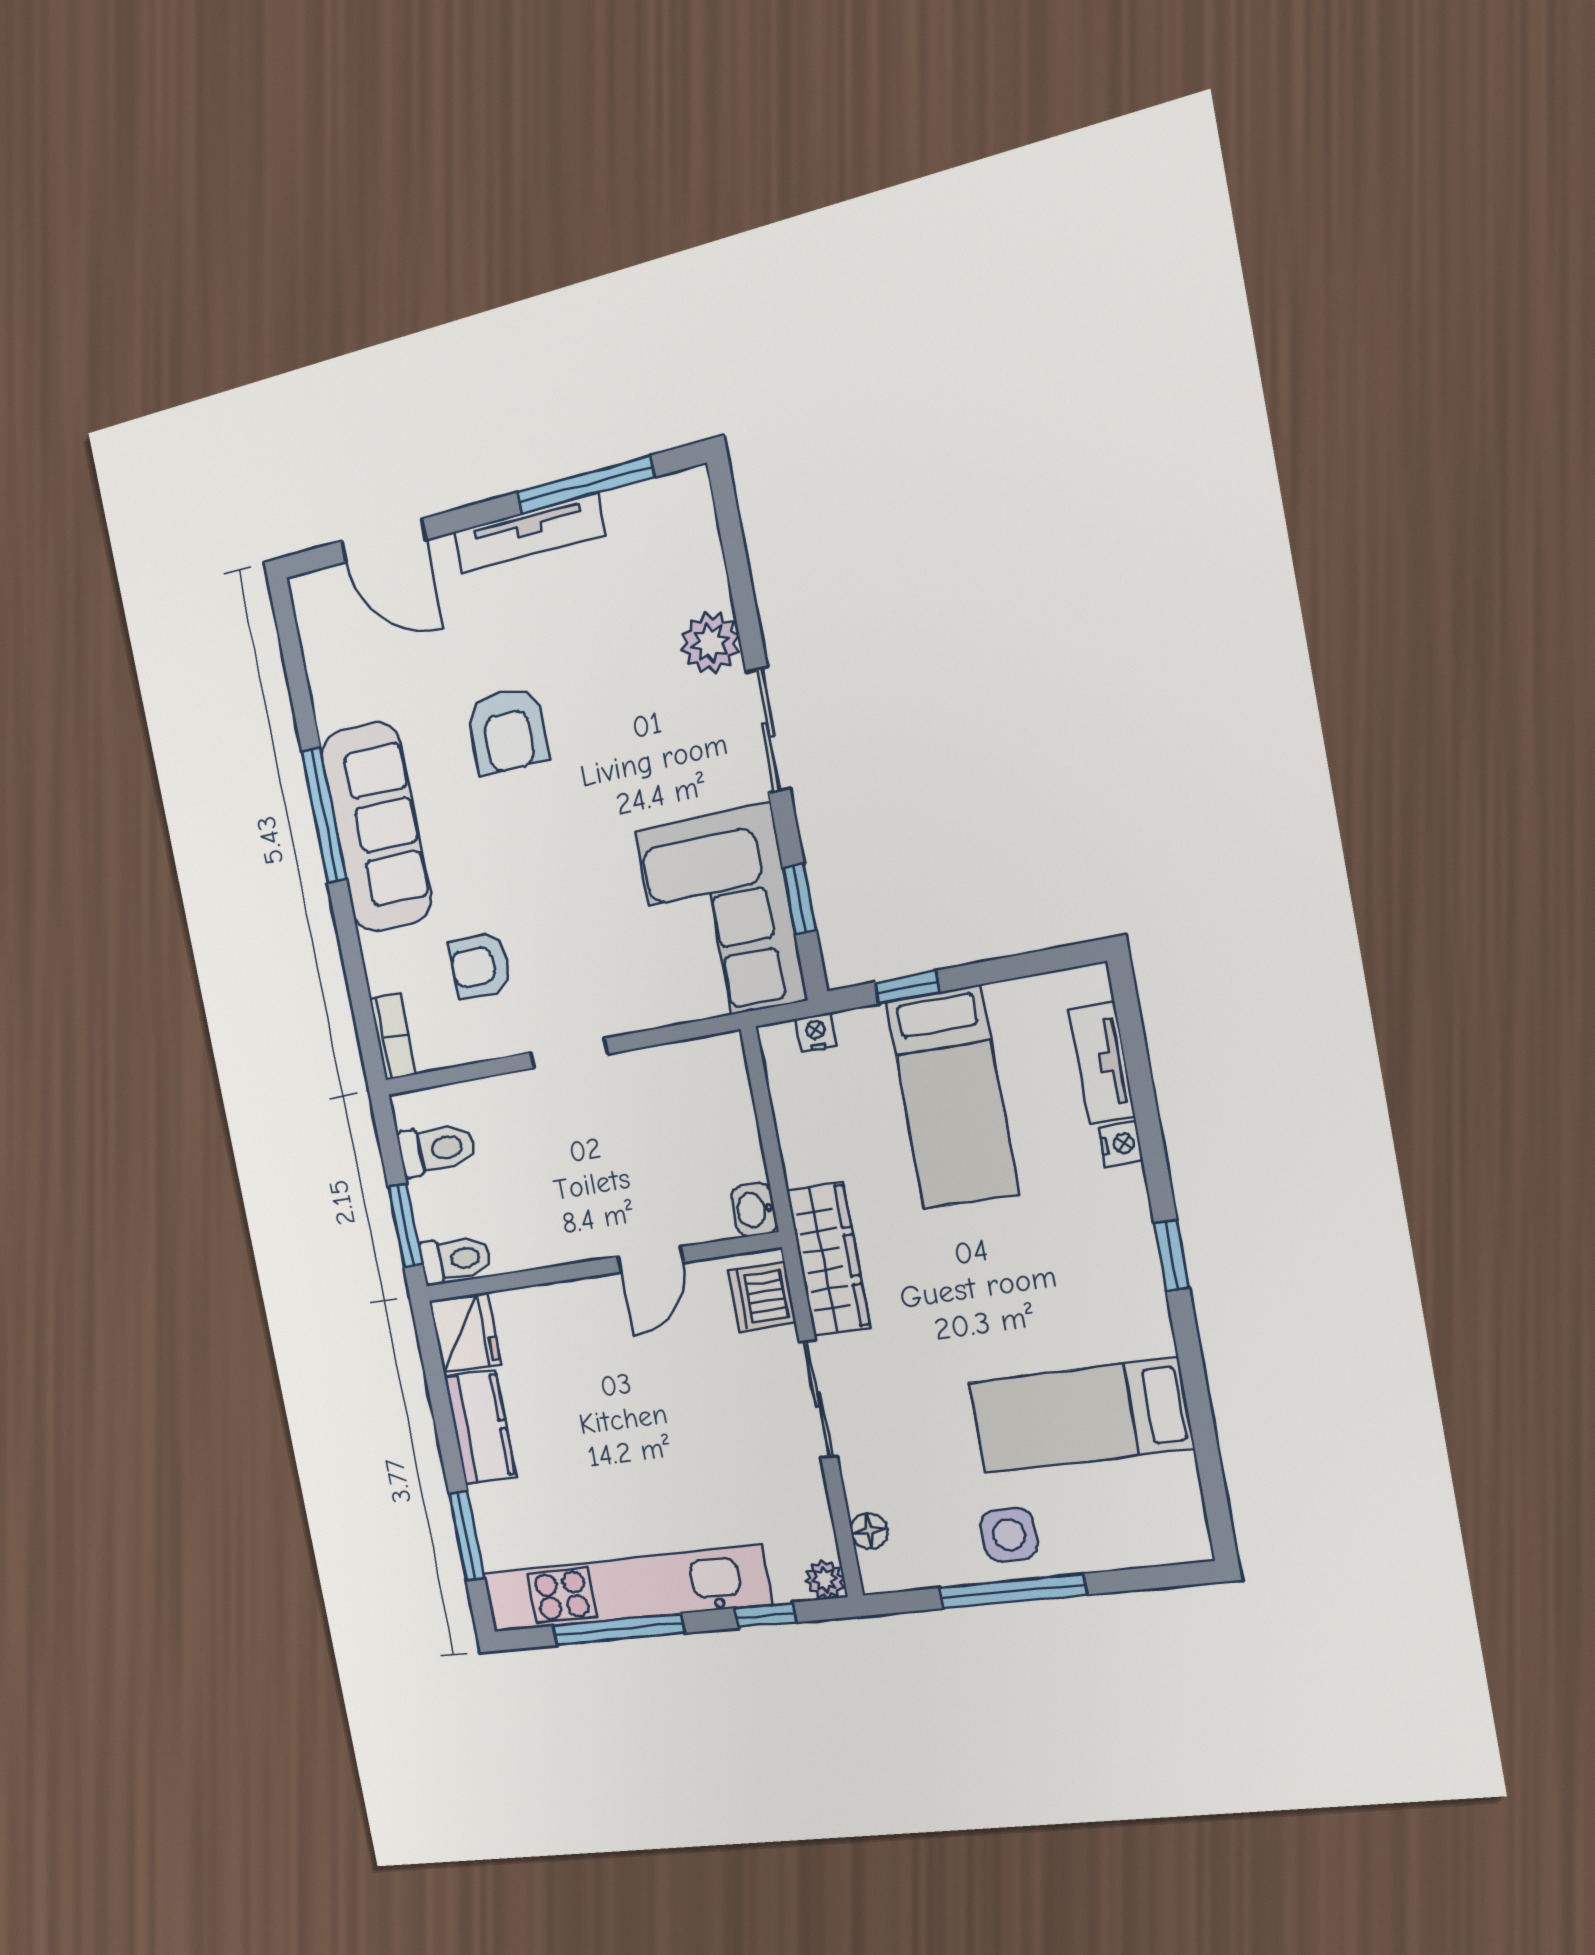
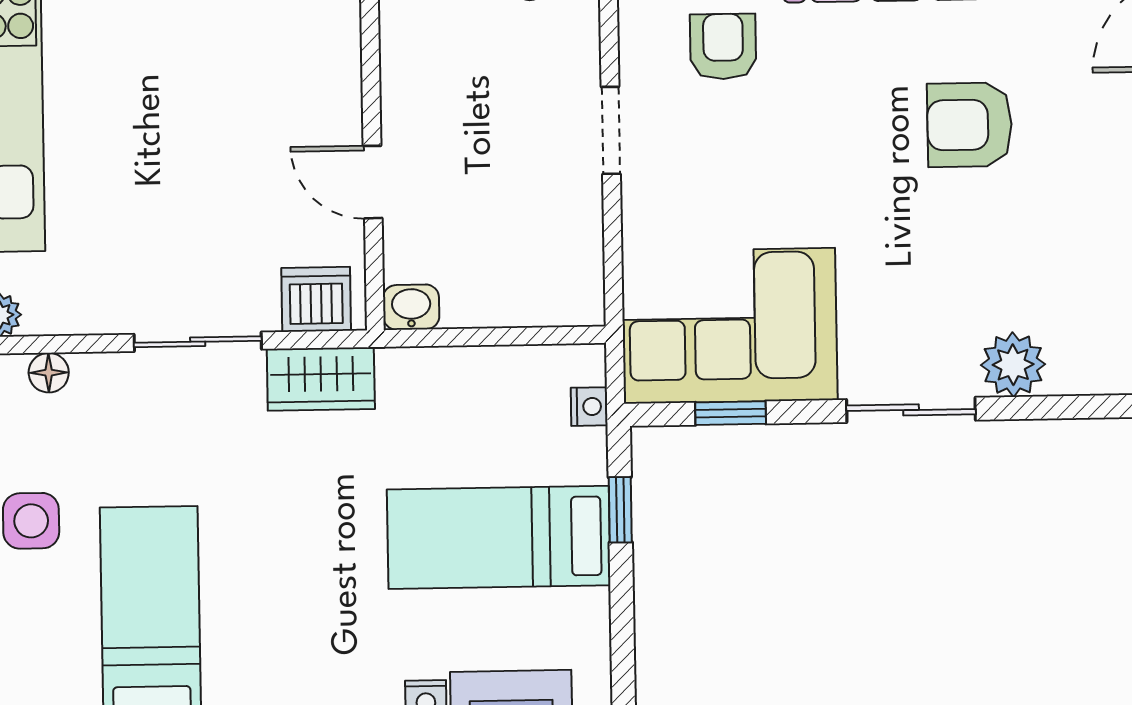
wardrobe: (828, 1259) -> (321, 379), width x0.67

